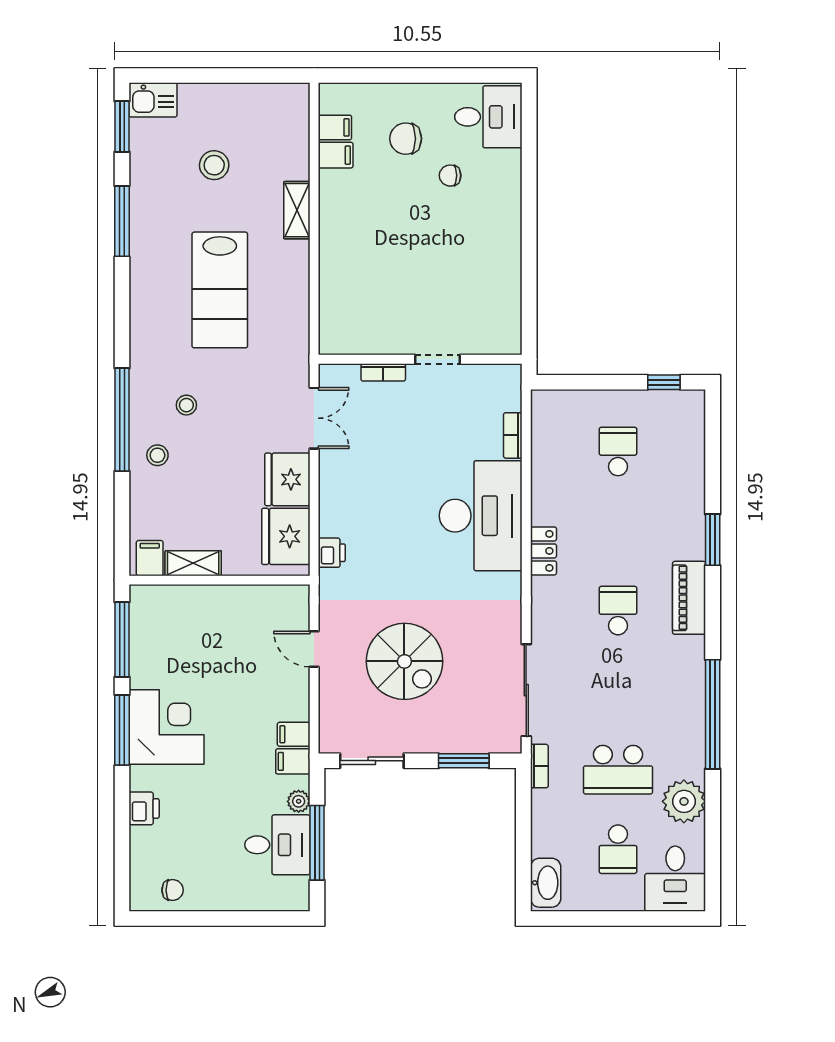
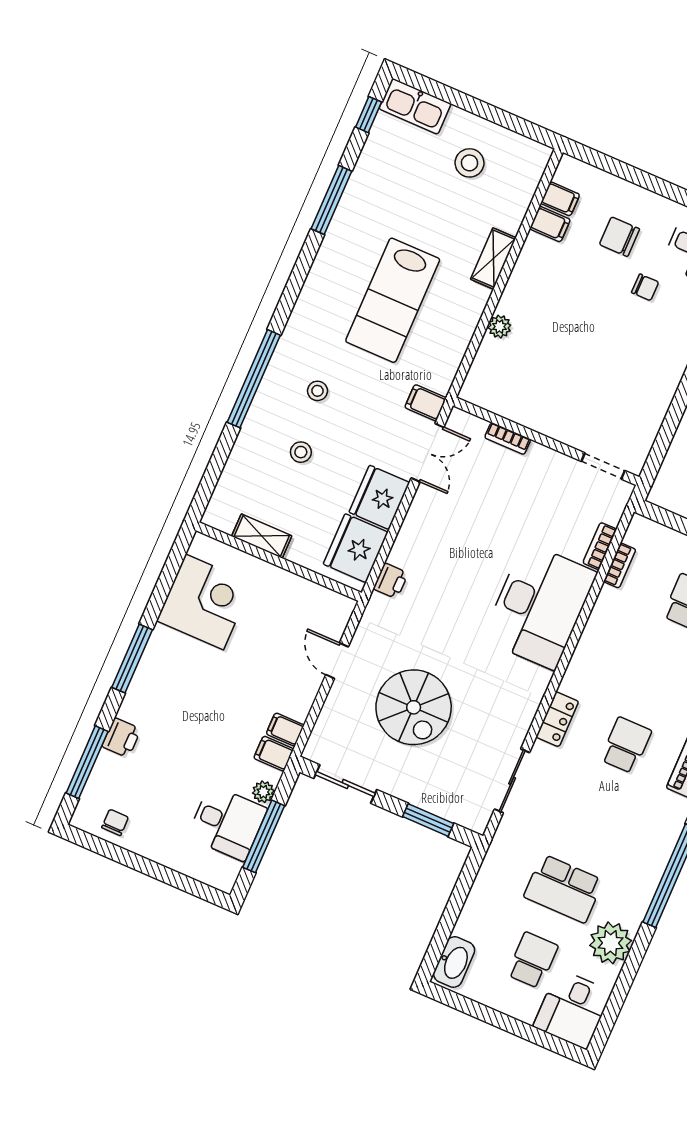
kitchen sink: (153, 100) -> (415, 106), width x1.38
window: (122, 126) -> (369, 115), width x0.67
stool: (214, 165) -> (469, 163), moved
chair: (450, 176) -> (645, 287), turned 180
plant: (330, 271) -> (499, 327), added
doorway: (437, 359) -> (603, 466), moved
stool: (157, 455) -> (301, 452), moved
locker: (543, 551) -> (557, 719), moved
filing cabinet: (150, 558) -> (426, 403), moved, turned -90
window: (122, 640) -> (87, 762), moved
sliding door: (526, 690) -> (512, 781), width x0.73
corner desk: (166, 727) -> (204, 602), moved
bookcase: (539, 766) -> (620, 565), moved
school desk: (618, 849) -> (532, 960), turned 180
chair: (173, 890) -> (115, 822), turned -90

